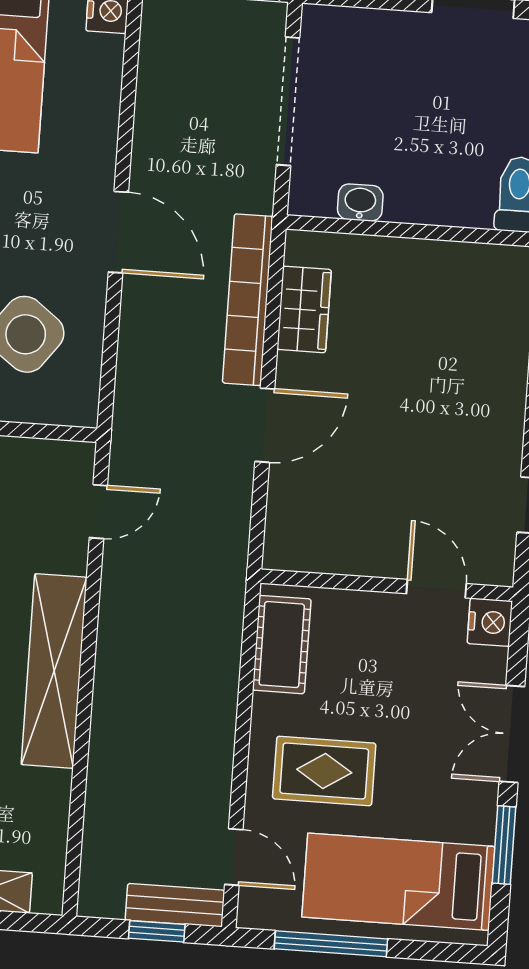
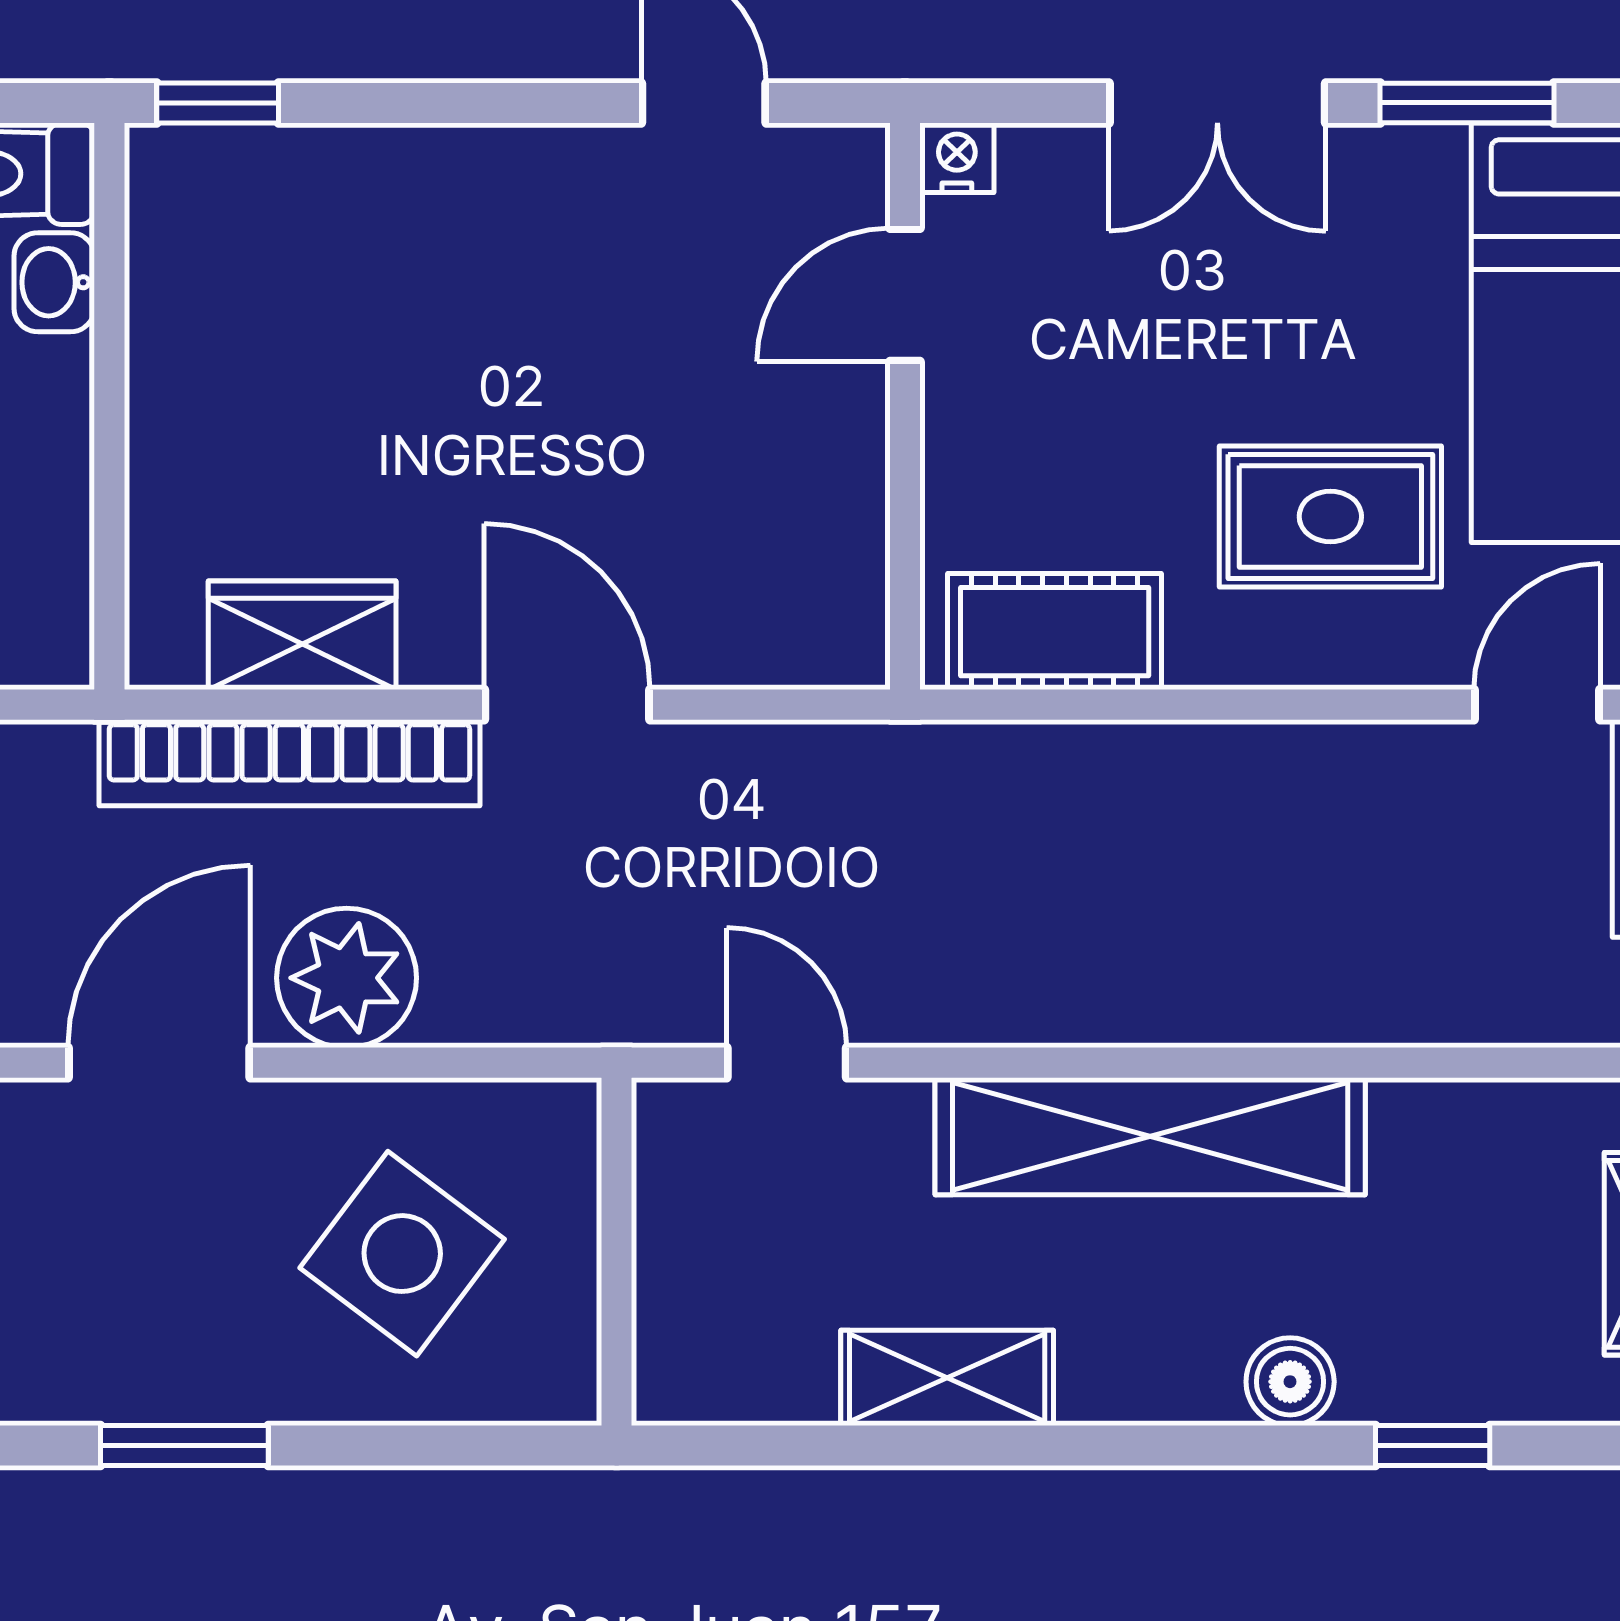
washbasin: (360, 203) -> (54, 282), moved
plant: (150, 318) -> (347, 978), added
nightstand: (490, 622) -> (957, 158), width x0.72, depth x0.74
rug: (324, 771) -> (1330, 516), turned 90

